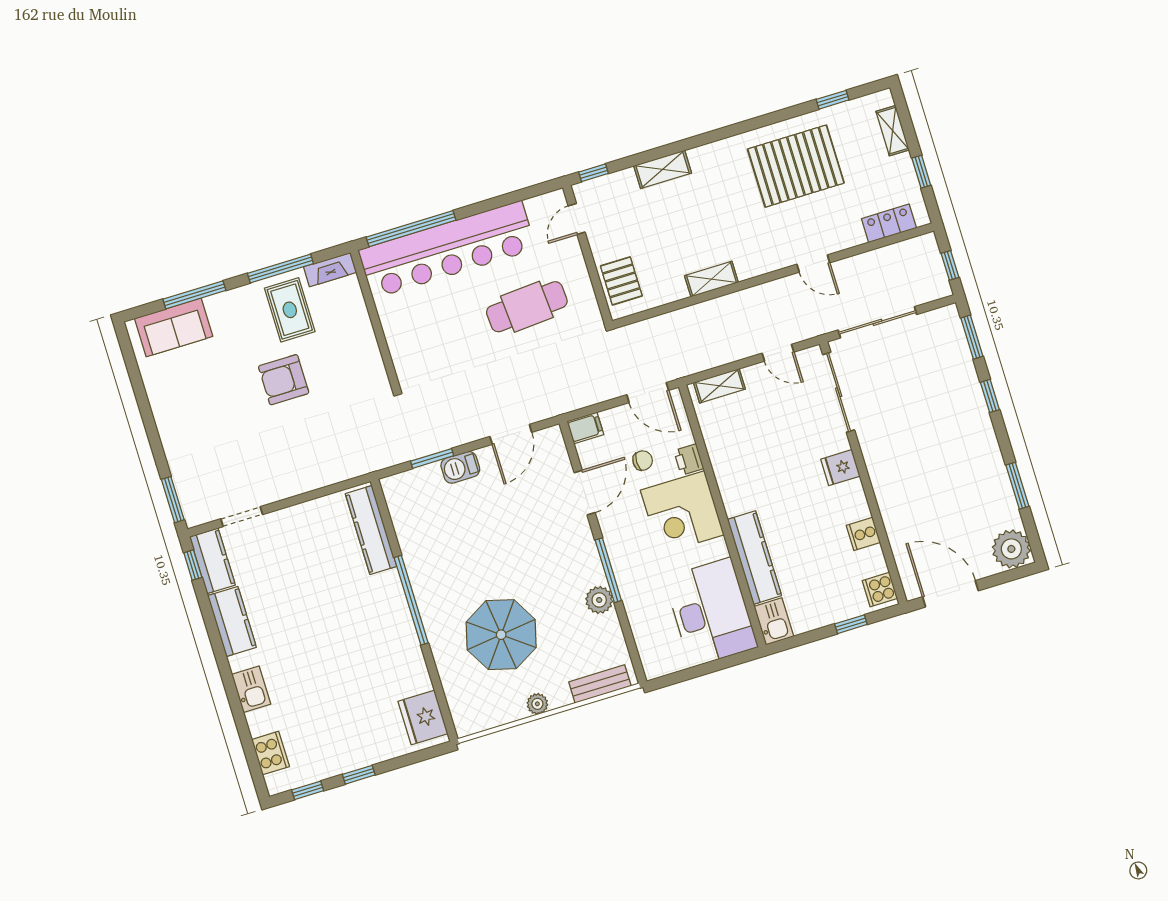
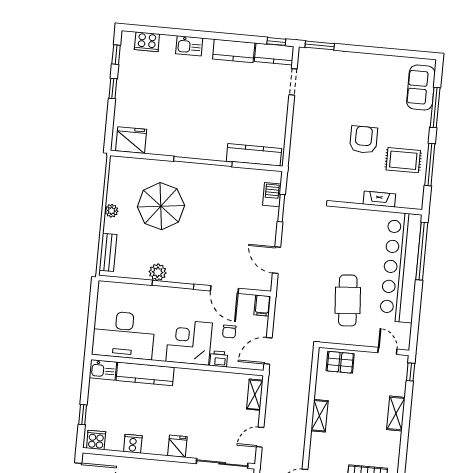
fireplace: (330, 270) -> (379, 199), moved, turned 90
barbecue: (460, 467) -> (272, 195), moved

